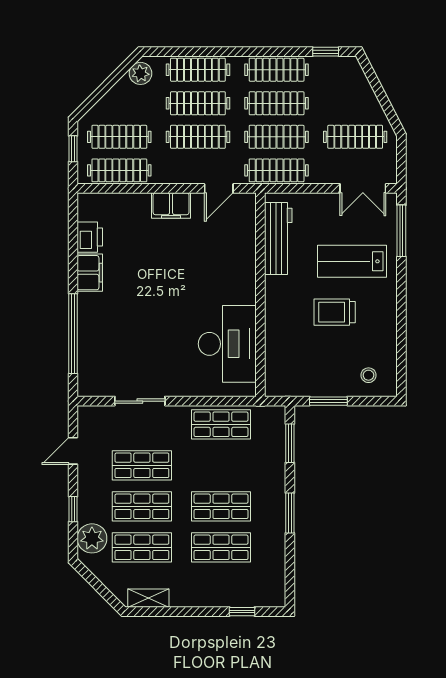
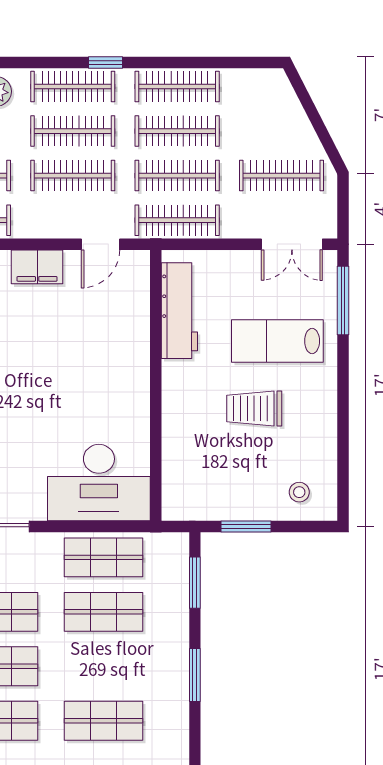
window: (326, 52) -> (106, 62), moved
desk: (227, 344) -> (99, 483), moved, turned 90
shop shelf: (221, 506) -> (103, 612), moved

